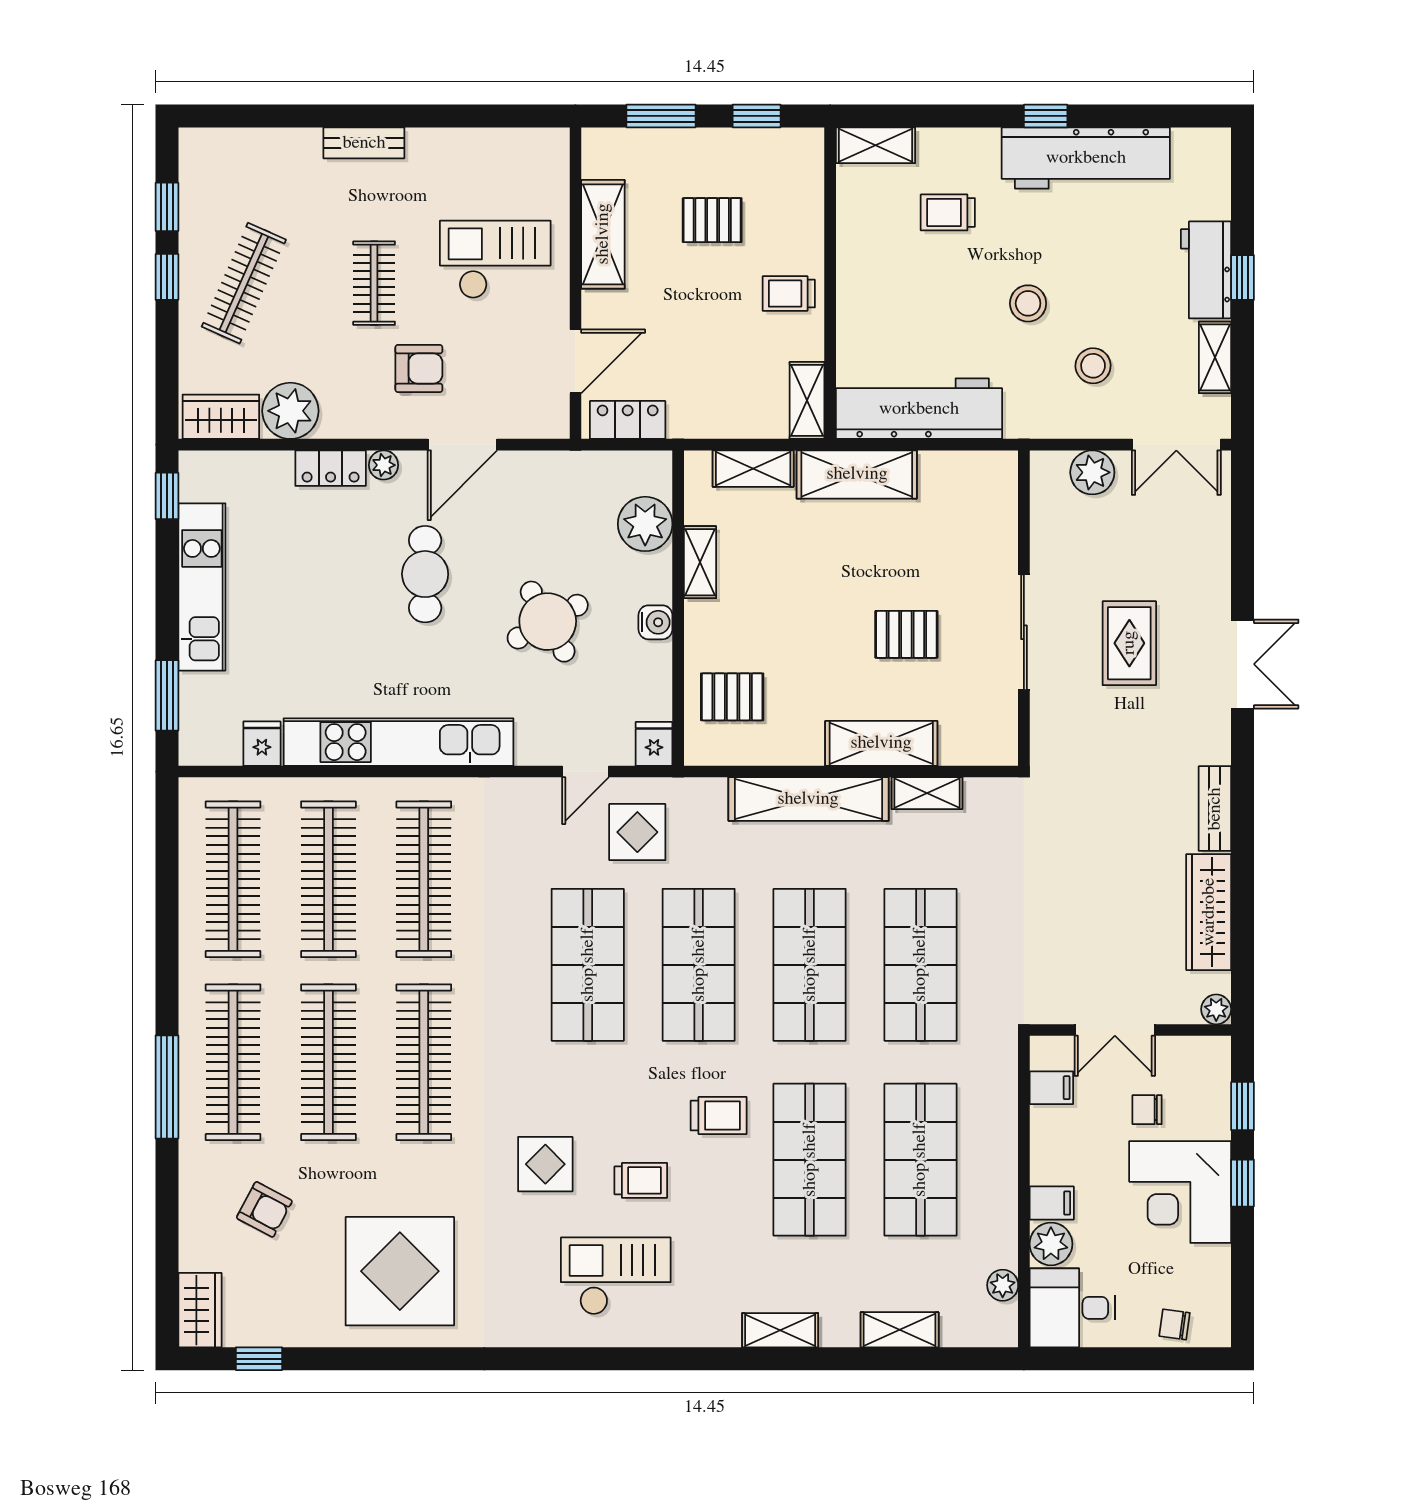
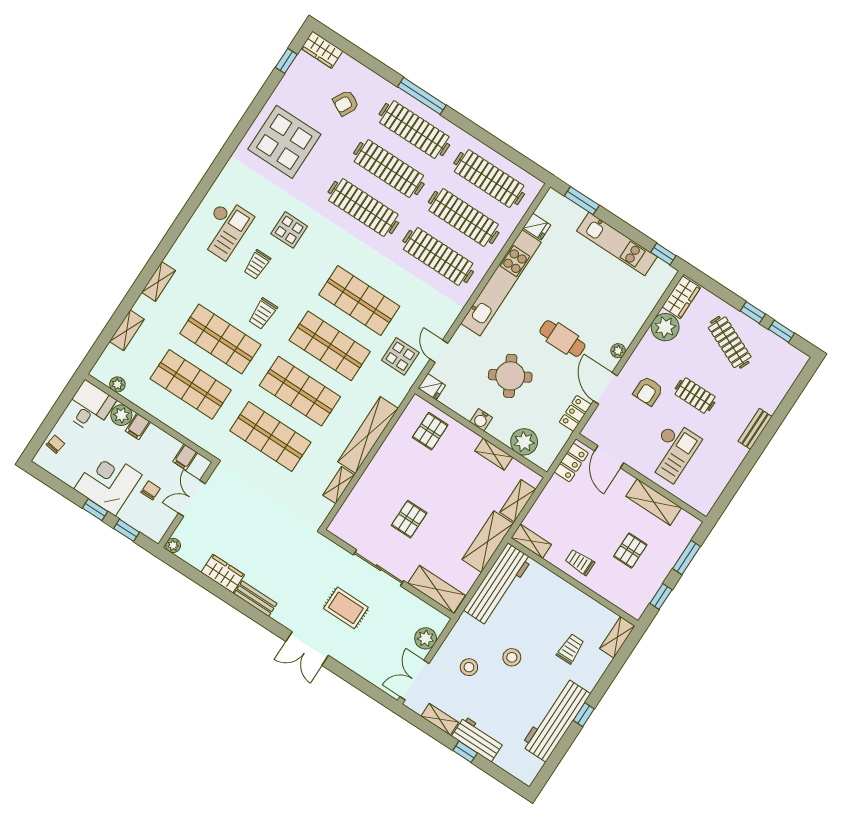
trolley: (789, 294) -> (580, 562), turned -90
locker: (331, 468) -> (575, 413), moved
shelving: (881, 743) -> (437, 589), moved, turned 90
wardrobe: (1209, 912) -> (223, 574), width x0.67

